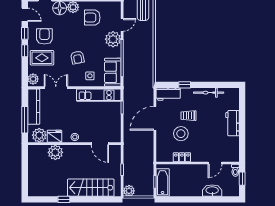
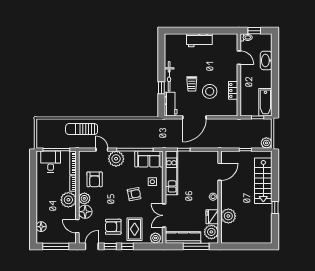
bicycle: (209, 93) -> (169, 76), moved
door: (155, 118) -> (194, 117), hinge flipped
bathtub: (163, 182) -> (265, 102), moved, turned -90

